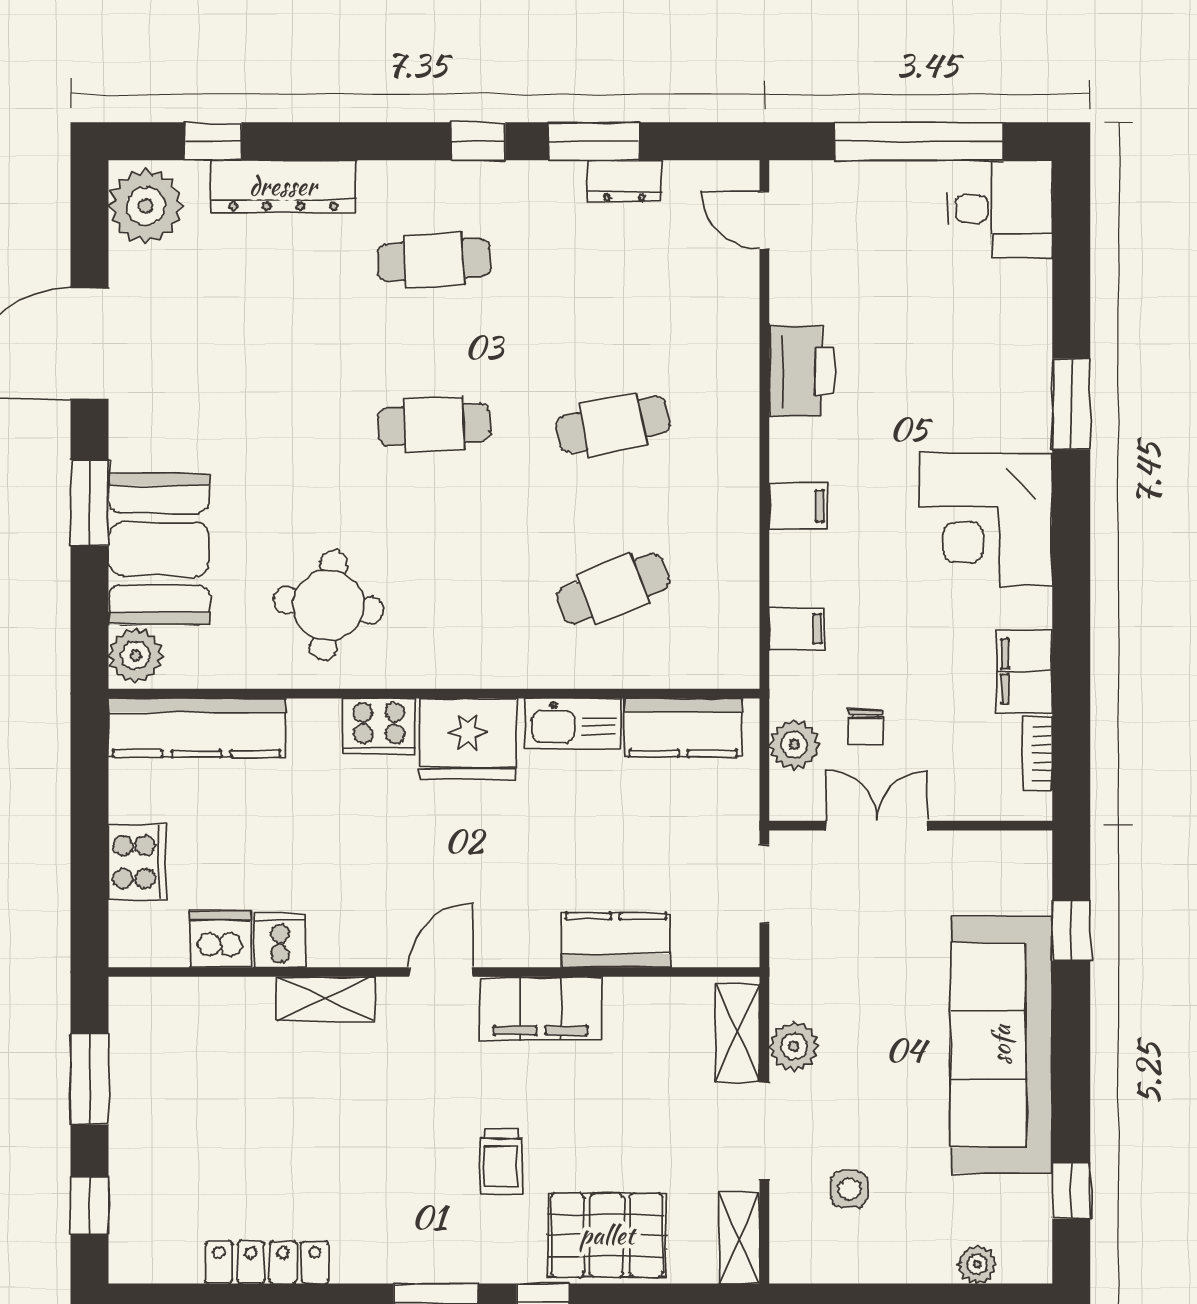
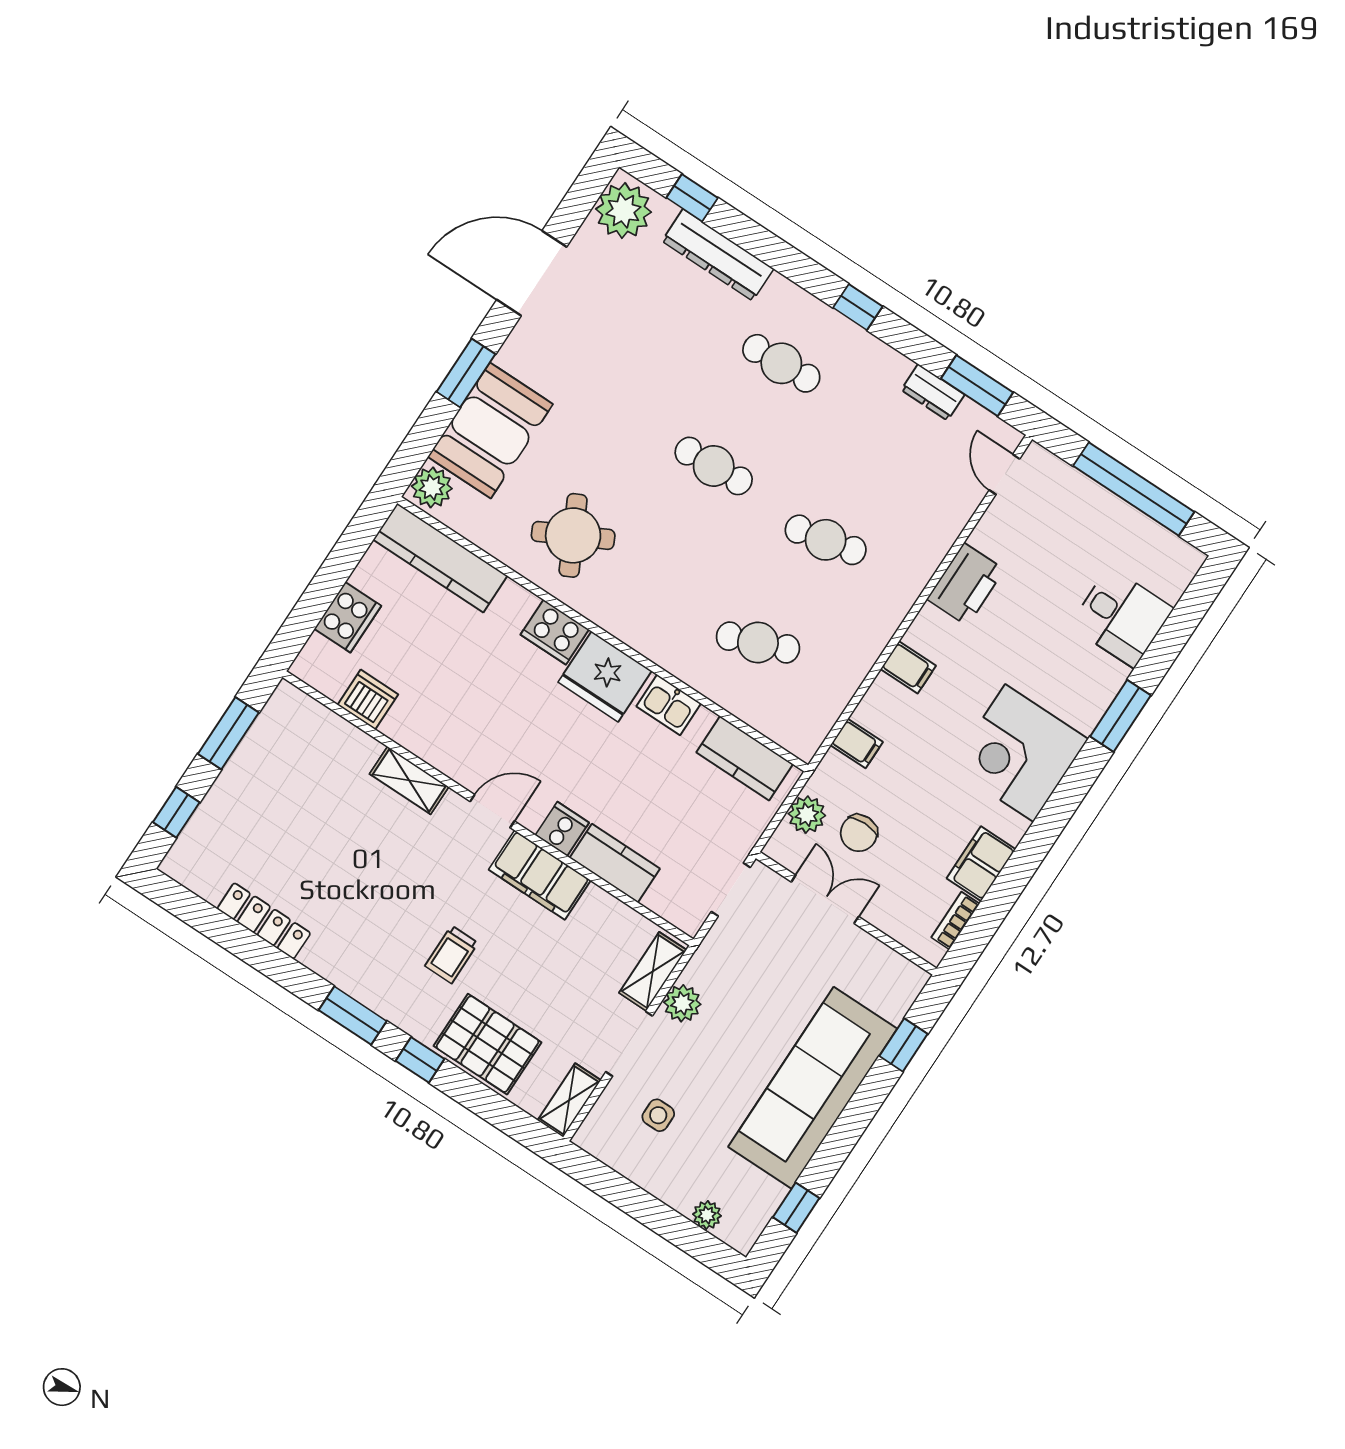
window: (593, 141) -> (977, 386), moved
desk: (1000, 209) -> (1122, 617), moved
round table: (328, 605) -> (573, 535), turned -34
kitchen sink: (573, 724) -> (669, 705), width x0.73
chair: (866, 727) -> (859, 833), width x1.37, depth x1.37
cooker: (280, 940) -> (562, 829), moved

